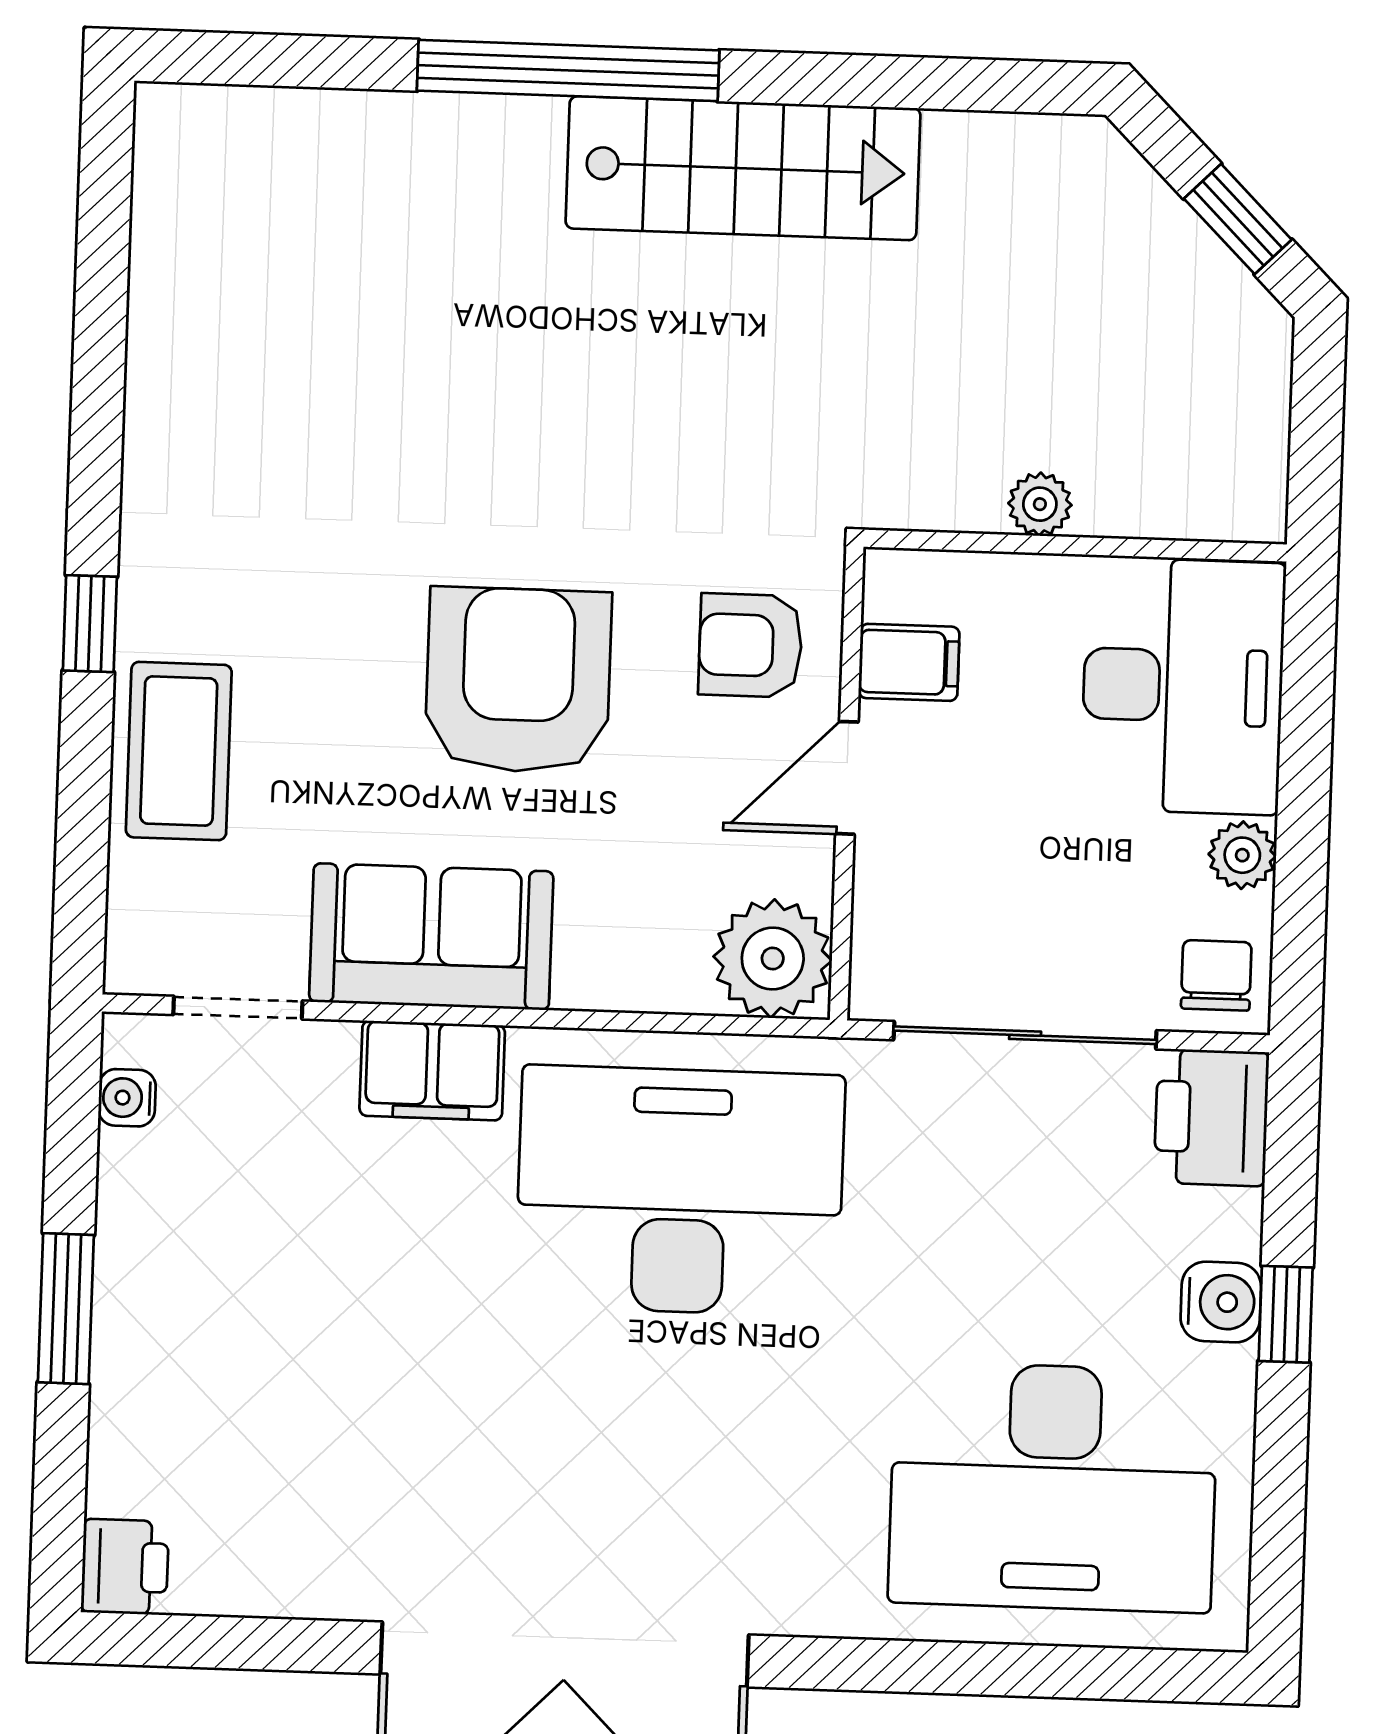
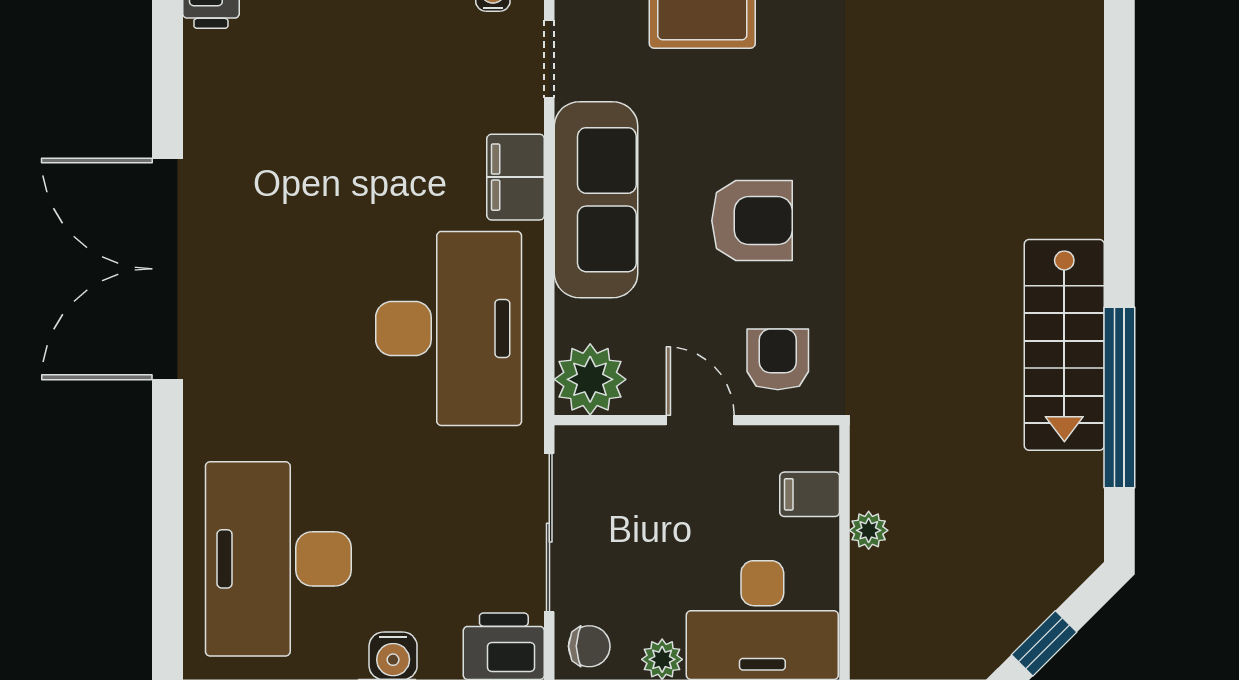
window: (568, 70) -> (1119, 397), moved
filing cabinet: (909, 662) -> (810, 494), moved, turned 90
armchair: (518, 680) -> (752, 221), width x0.73, depth x0.73
sofa: (431, 937) -> (596, 200), width x1.36

